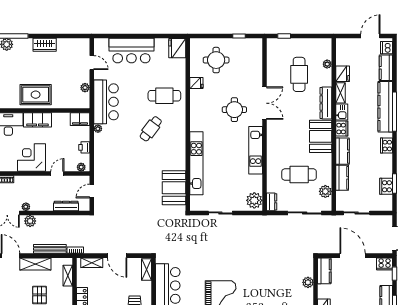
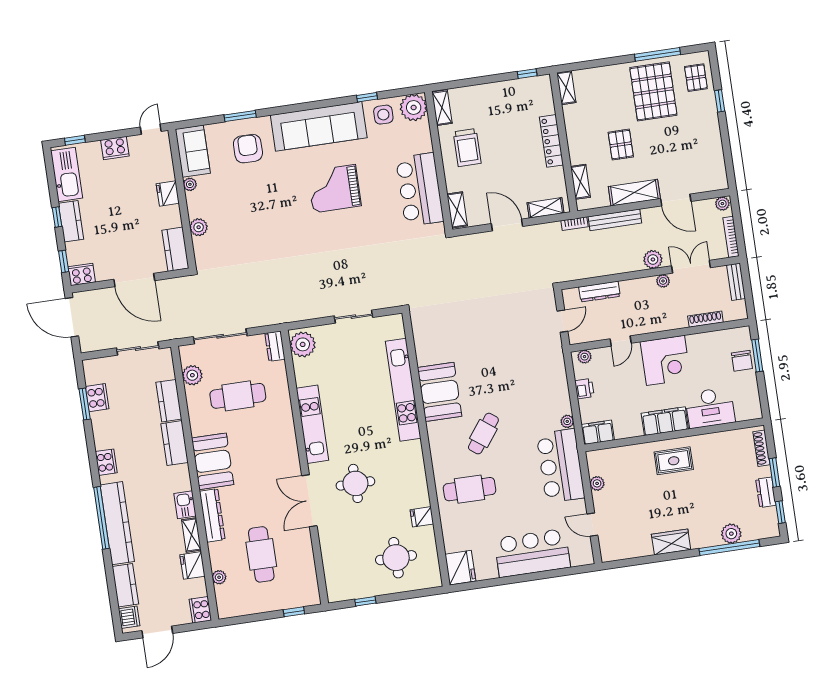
rug: (36, 95) -> (674, 461), width x0.73, depth x0.70
cooker: (342, 129) -> (200, 610), moved
booth: (174, 188) -> (440, 392), moved

